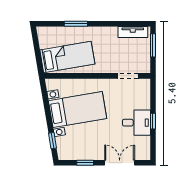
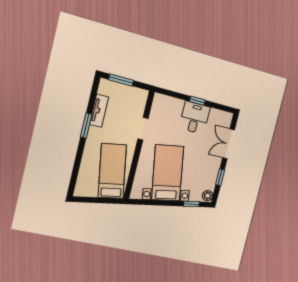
window: (76, 24) -> (86, 126), moved
tv unit: (133, 32) -> (99, 111), moved
doorway: (128, 76) -> (143, 129), moved
plant: (64, 155) -> (208, 196), added

